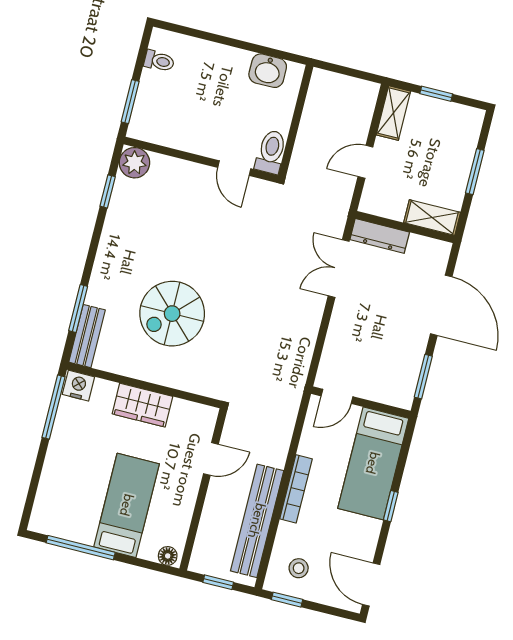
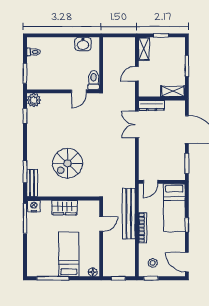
door: (234, 168) -> (79, 91), hinge flipped
bench: (257, 521) -> (129, 214), moved

